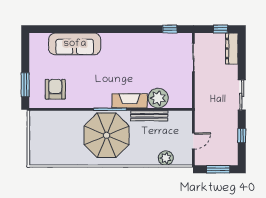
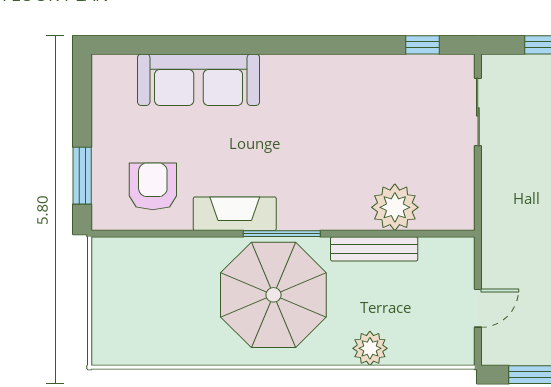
fireplace: (130, 101) -> (235, 214), moved
plant: (166, 158) -> (370, 348), moved

